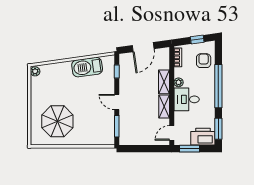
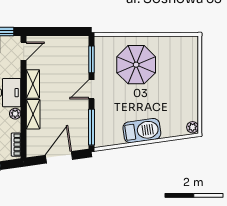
barbecue: (87, 67) -> (142, 131), moved
window: (117, 72) -> (91, 127), width x2.17
door: (117, 102) -> (91, 89), swing flipped
parasol: (57, 121) -> (136, 65), moved

